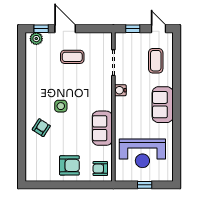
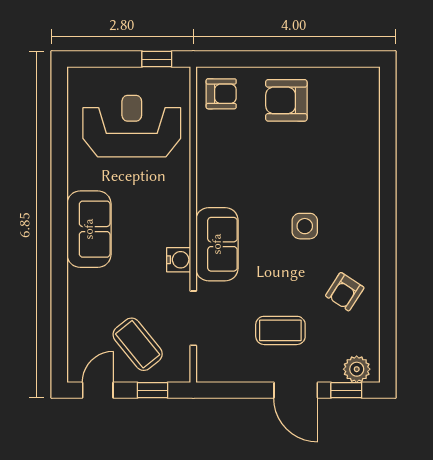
door: (158, 29) -> (98, 390), swing flipped
coffee table: (156, 61) -> (138, 344), moved, turned -39
armchair: (41, 128) -> (345, 292), moved
sofa: (102, 128) -> (217, 244), moved
window: (145, 185) -> (157, 59), moved

